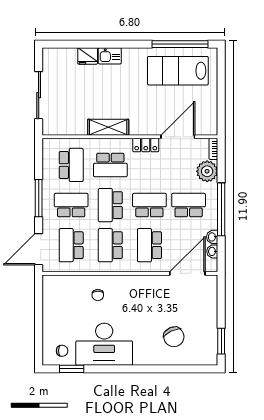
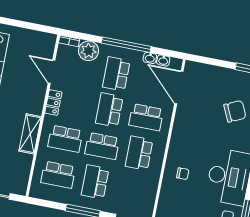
door: (178, 137) -> (52, 72), width x0.73
school desk: (71, 165) -> (58, 175), turned 180
school desk: (110, 165) -> (65, 139), turned 90
school desk: (71, 245) -> (132, 189), removed
school desk: (110, 245) -> (139, 153), turned 90

